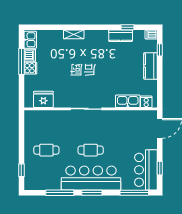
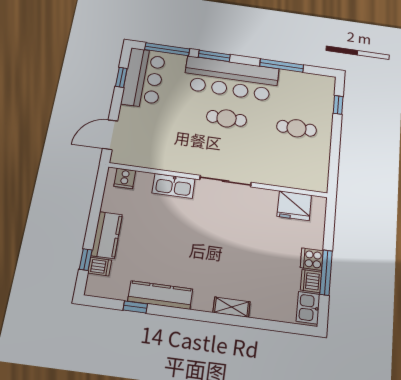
dishwasher: (151, 34) -> (100, 267), moved
kitchen counter: (121, 36) -> (160, 295), width x1.50
kitchen sink: (128, 101) -> (173, 186), moved
window: (92, 193) -> (214, 56), moved

